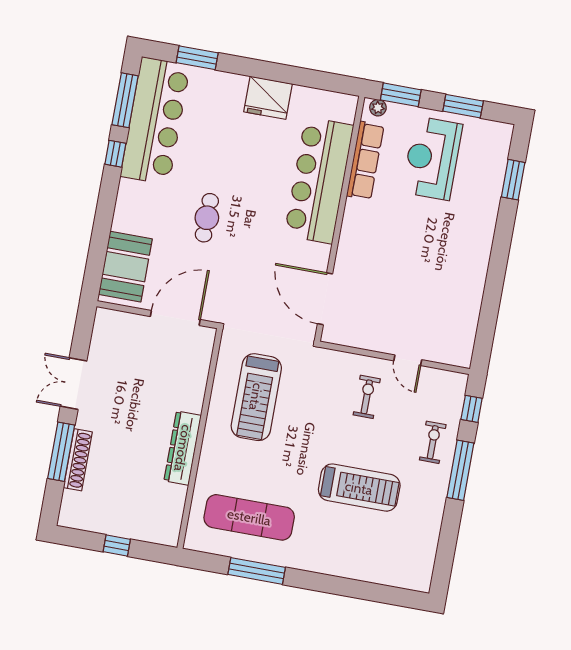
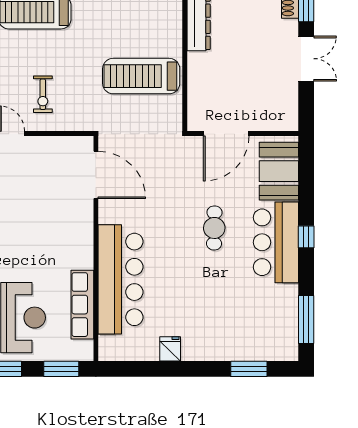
fridge: (268, 98) -> (170, 349), width x0.53, depth x0.75
plant: (378, 108) -> (80, 354), removed
bar counter: (155, 121) -> (276, 242), moved, width x0.73
window: (115, 154) -> (306, 237), moved
treadmill: (256, 397) -> (141, 76), turned -90

